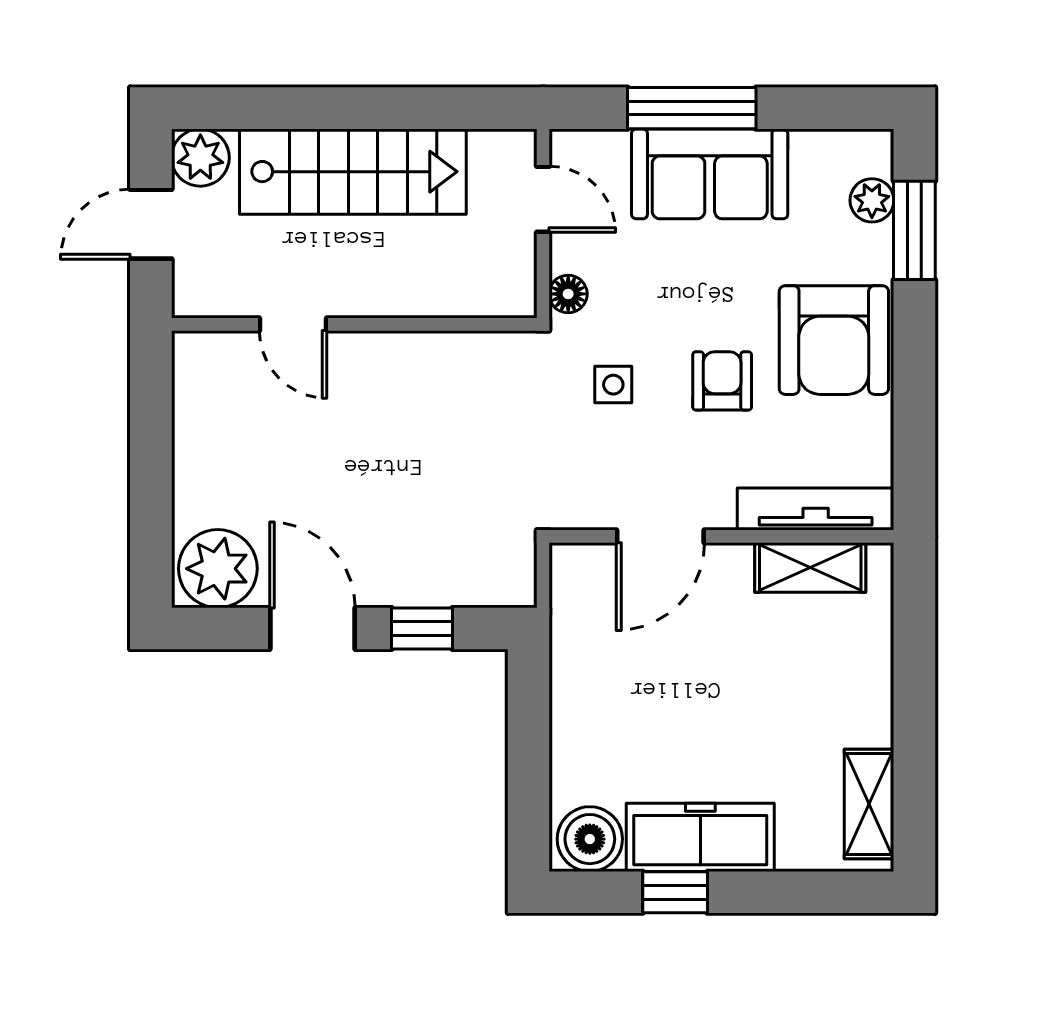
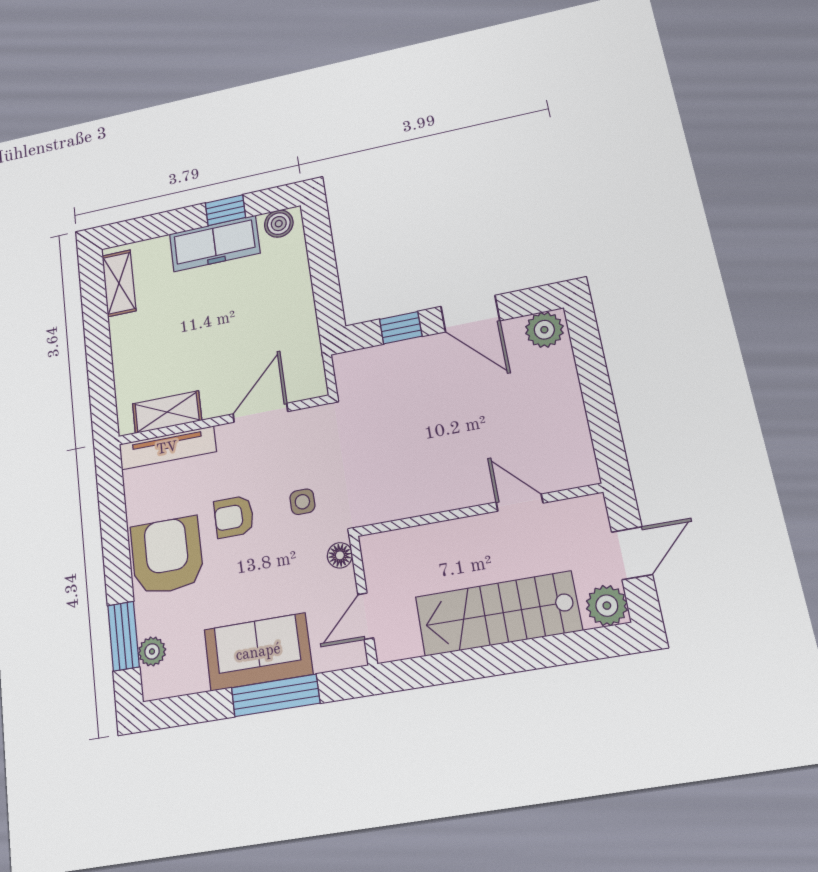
door: (543, 199) -> (366, 616), hinge flipped
armchair: (722, 381) -> (234, 517), turned 90
plant: (218, 569) -> (544, 330), width x0.73, depth x0.73
boiler: (590, 839) -> (279, 224), width x0.73, depth x0.73

